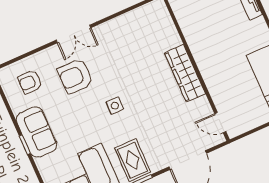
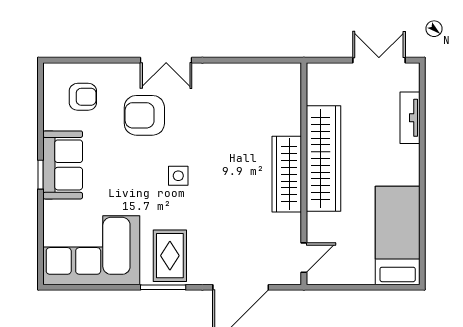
wardrobe: (204, 52) -> (323, 158), added
armchair: (30, 82) -> (83, 97), turned 180
door: (220, 123) -> (304, 258), swing flipped

